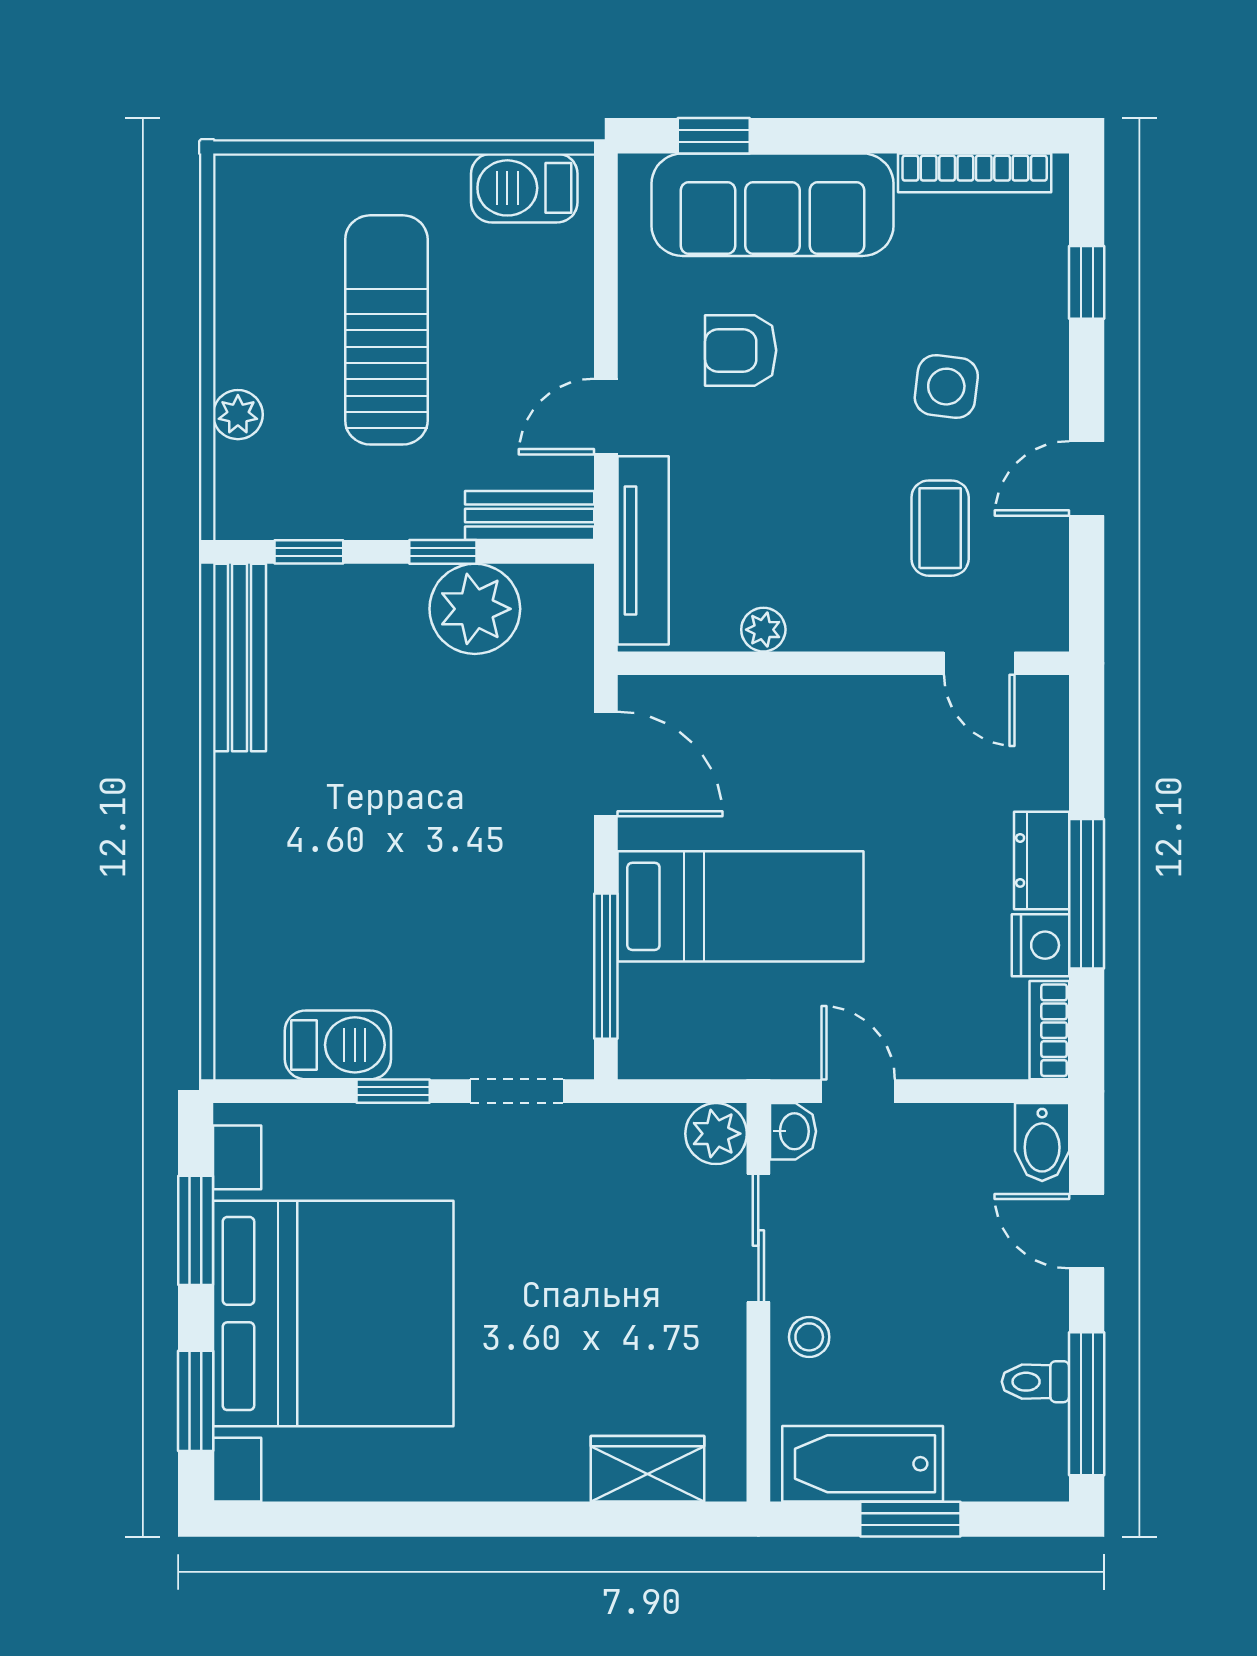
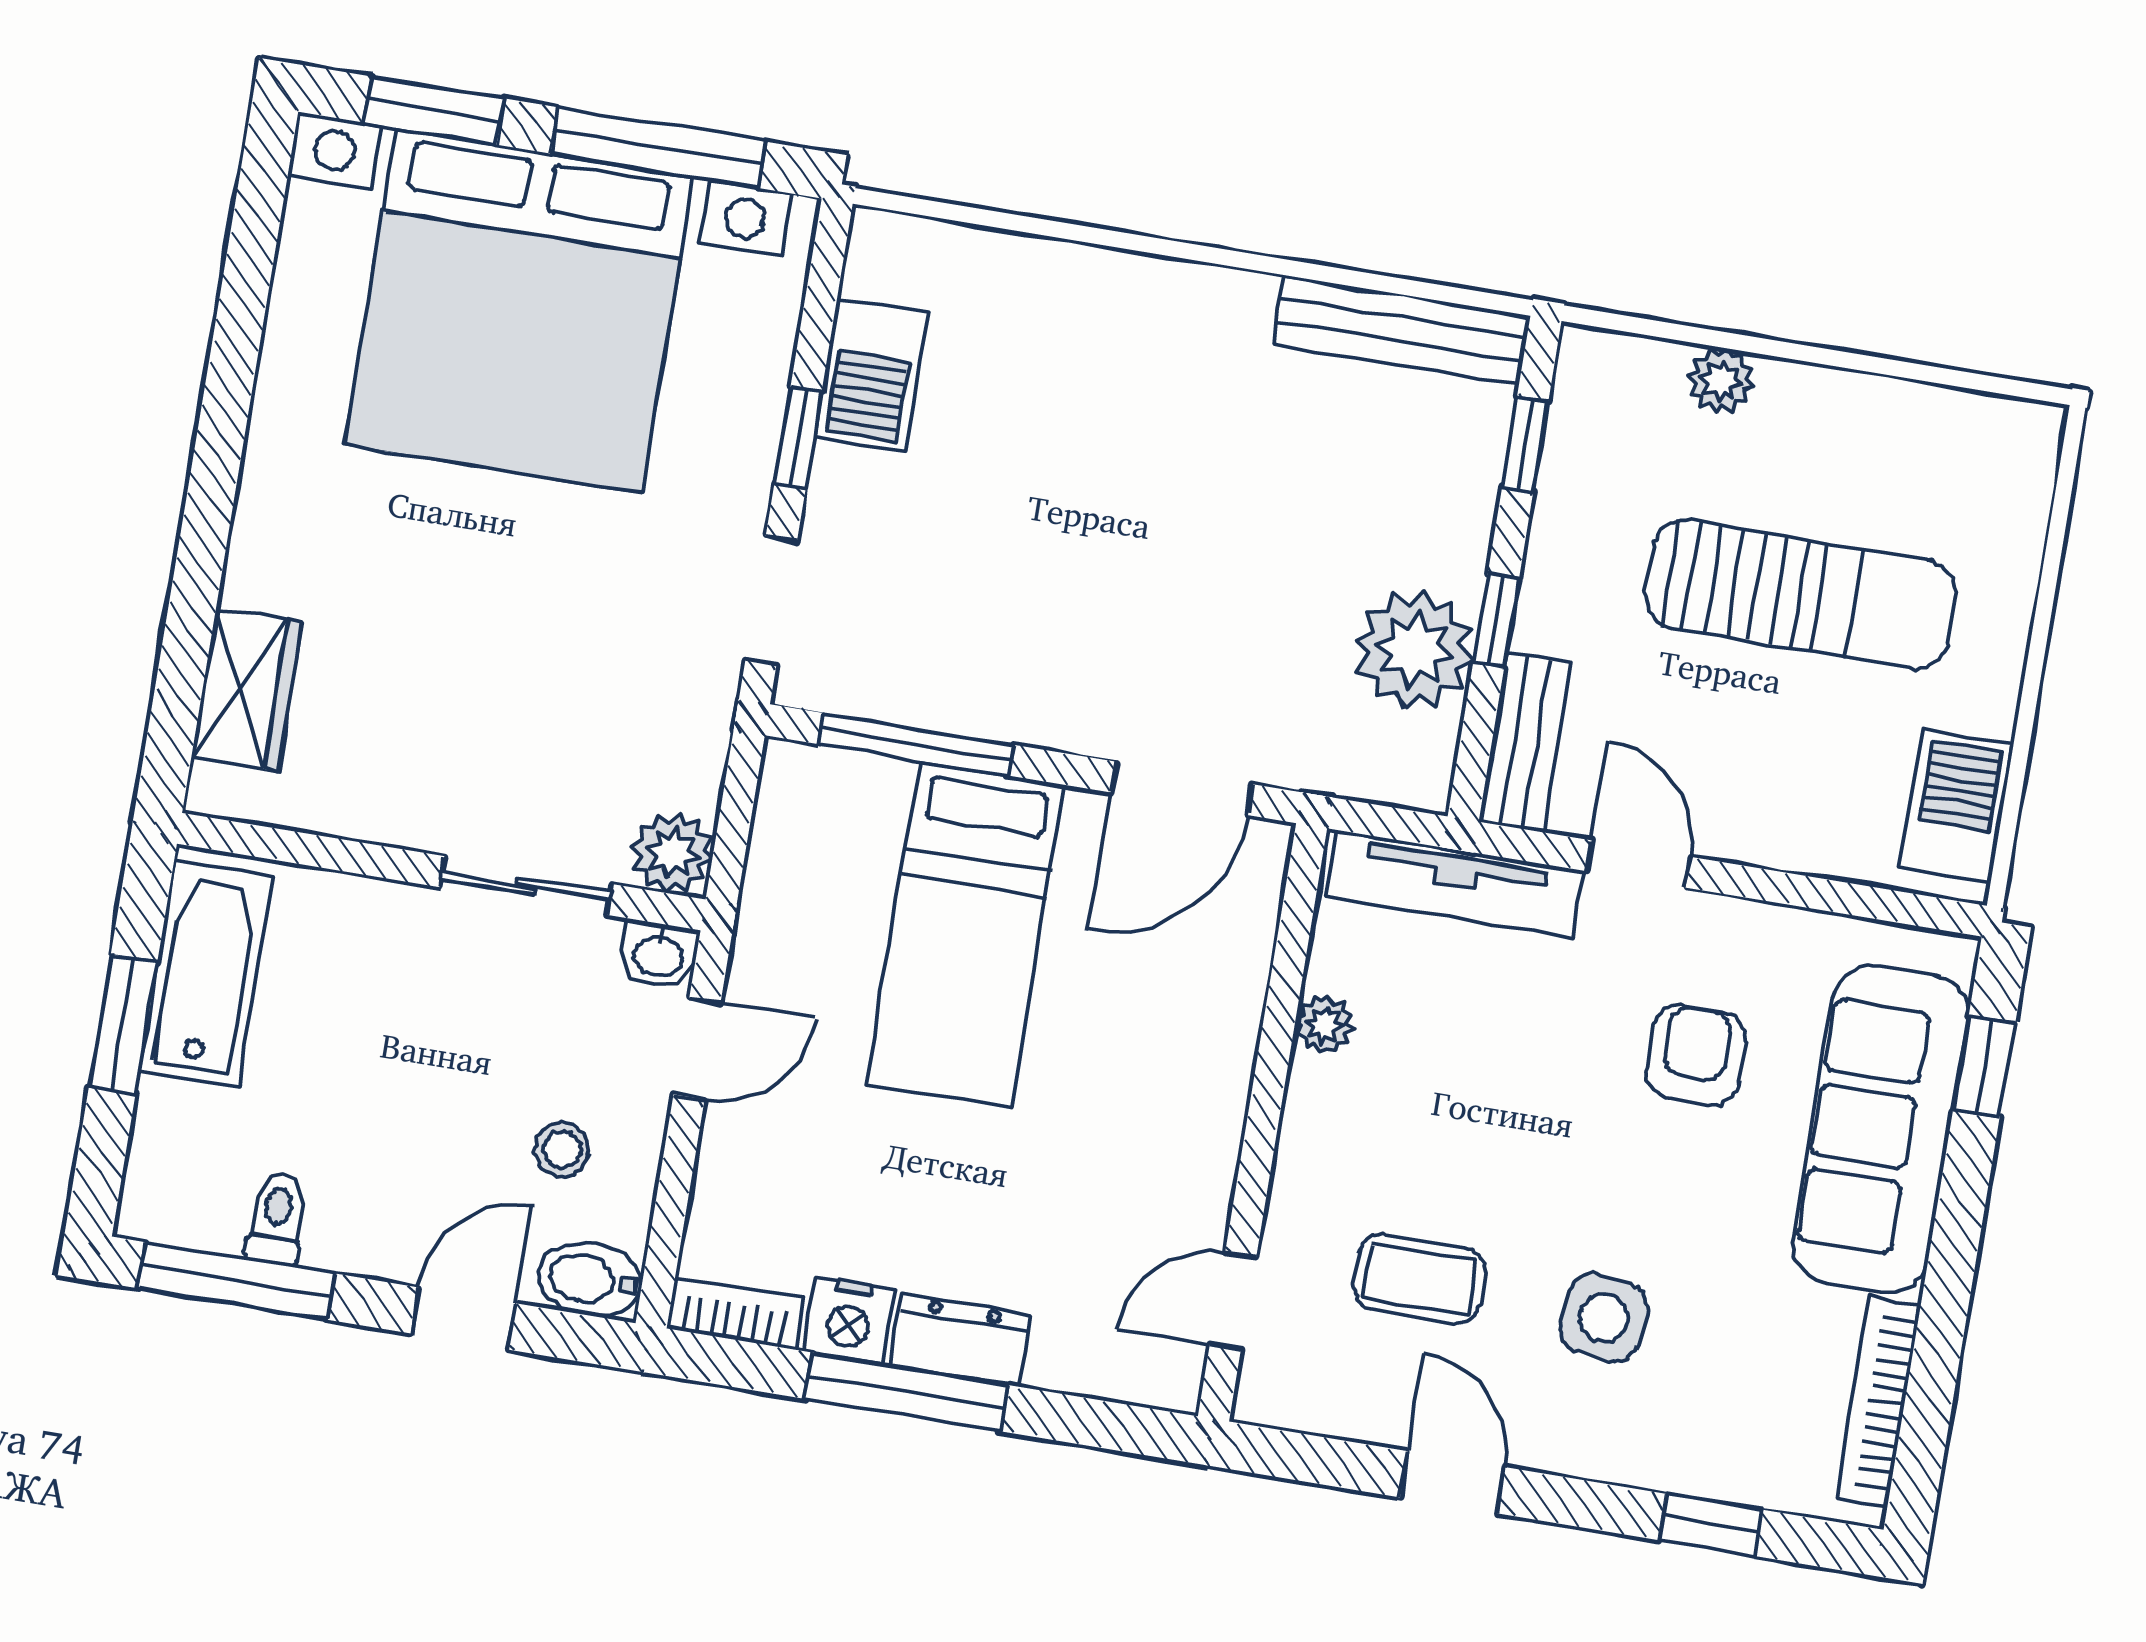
window: (196, 1230) -> (658, 148), width x1.44
stool: (809, 1337) -> (562, 1149), moved

